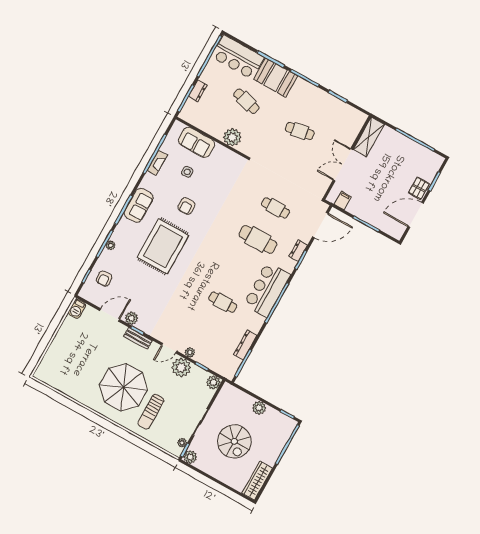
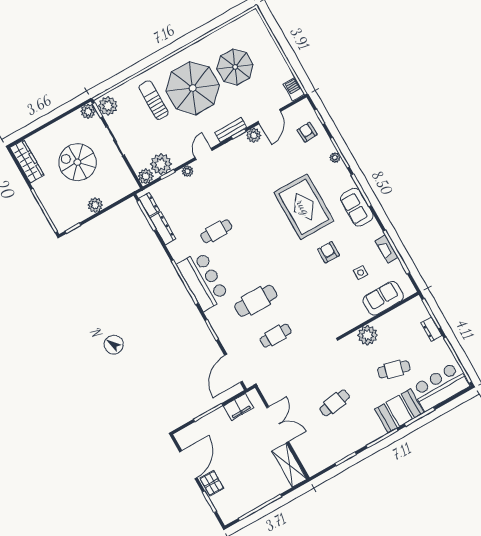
filing cabinet: (343, 201) -> (238, 407), width x2.00
dresser: (298, 251) -> (149, 204), moved
parasol: (87, 364) -> (235, 67), added
plant: (181, 368) -> (161, 164), moved
plant: (182, 443) -> (108, 106), width x1.88, depth x1.88

